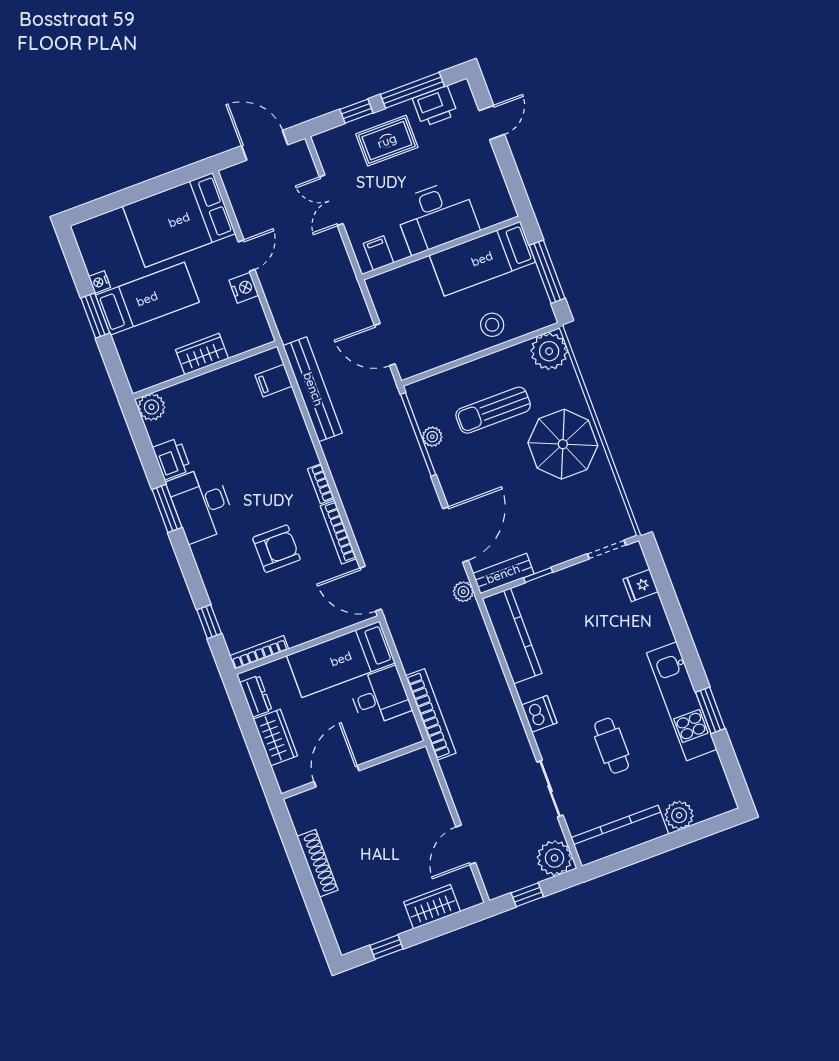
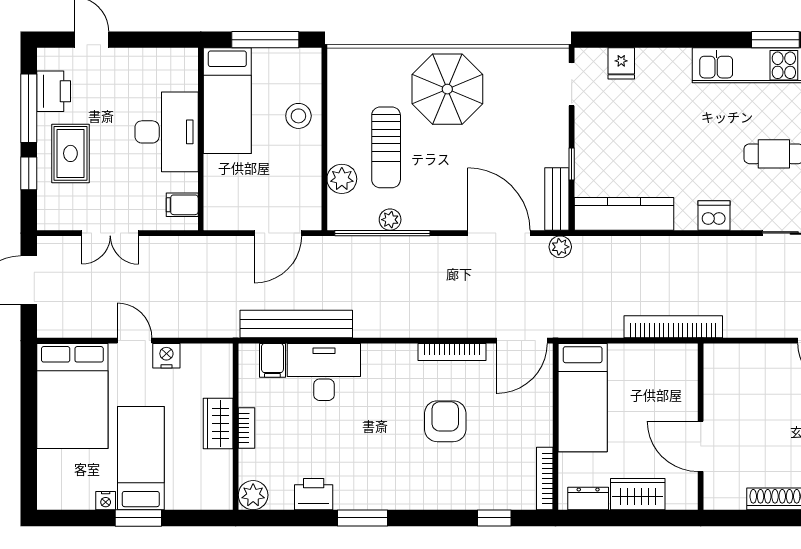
plant: (549, 351) -> (342, 179), moved, width x0.73, depth x0.73
bookcase: (321, 484) -> (246, 428), moved, turned -90
desk: (201, 504) -> (324, 372), moved, turned 180
desk: (380, 697) -> (636, 372), removed

